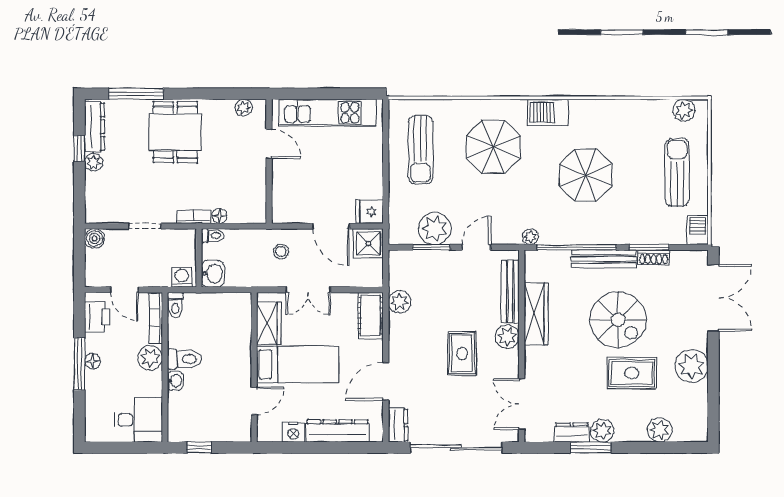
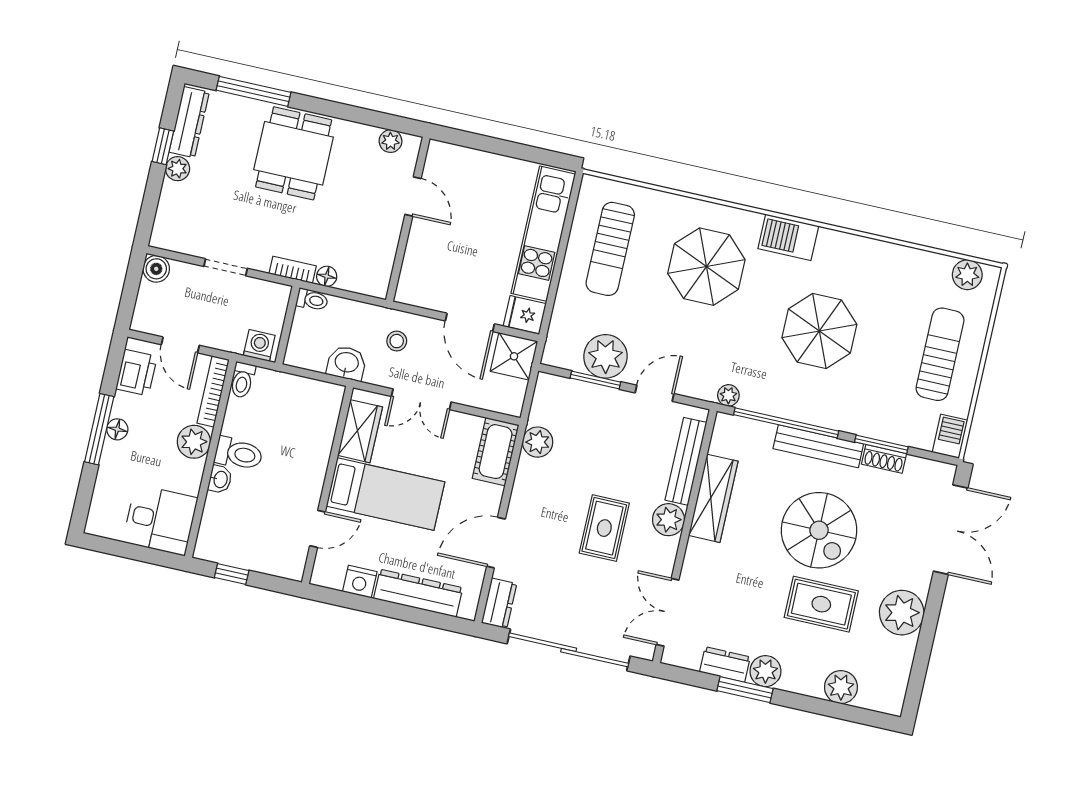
kitchen unit: (327, 113) -> (543, 234), moved, turned 90
washbasin: (213, 274) -> (347, 363), moved, turned -90

